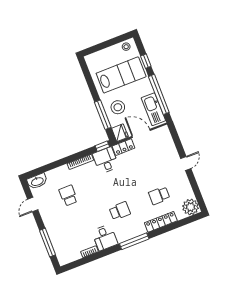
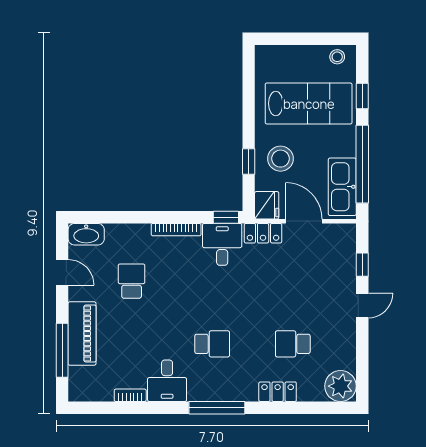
window: (103, 115) -> (249, 162), width x0.46
window: (178, 144) -> (362, 265), added
door: (33, 204) -> (62, 272), swing flipped
locker: (161, 222) -> (278, 392), width x0.66
piano: (54, 231) -> (82, 333), added

